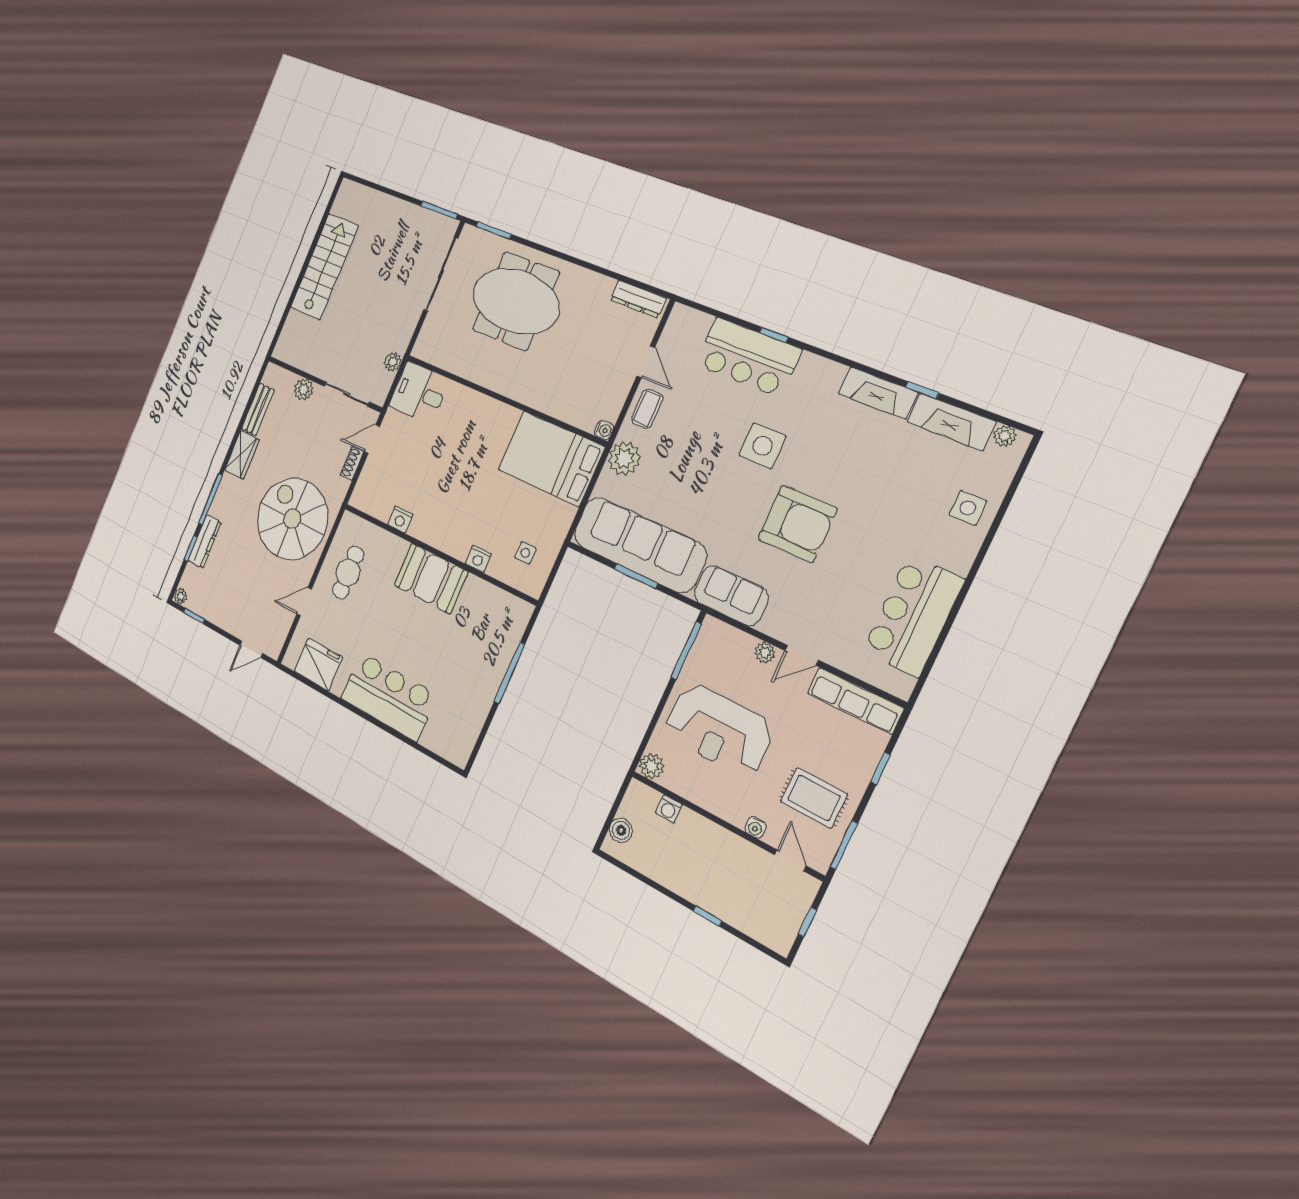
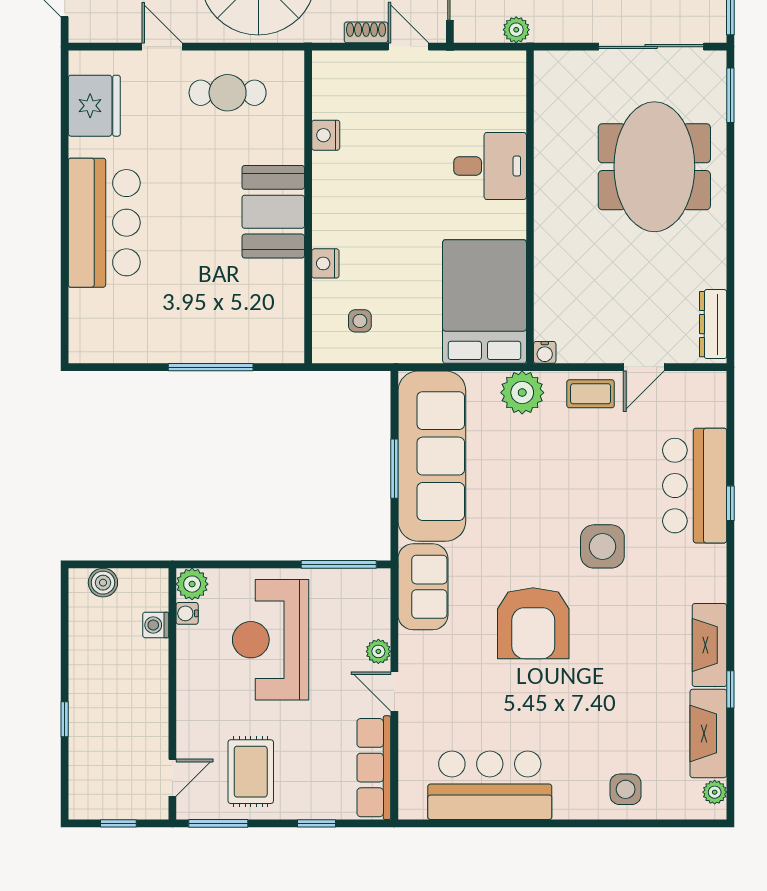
desk: (419, 393) -> (490, 166), moved, turned 90
water cooler: (756, 827) -> (187, 613), moved

